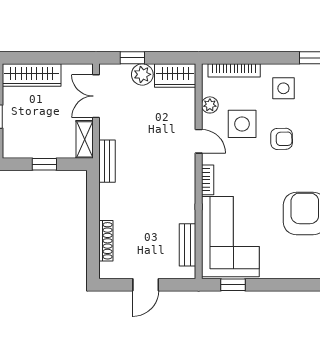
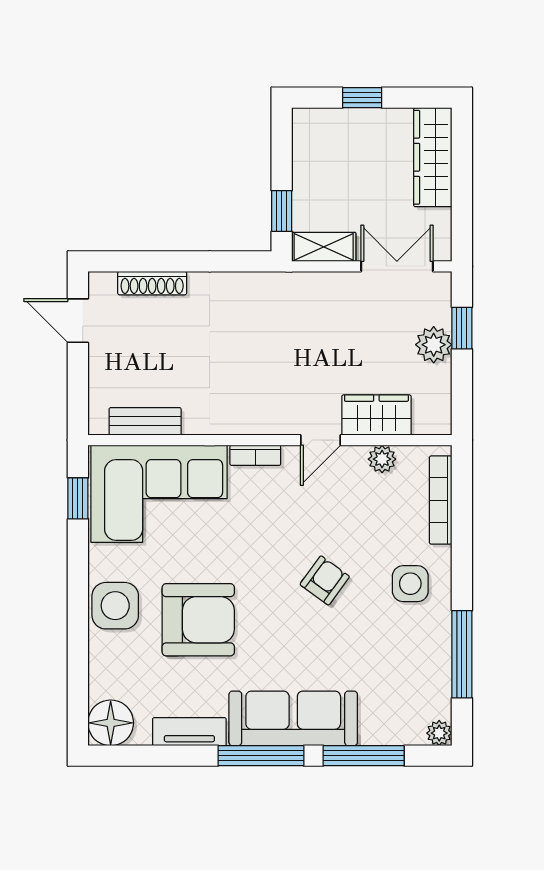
wardrobe: (175, 76) -> (376, 415), moved, turned 90
side table: (242, 124) -> (115, 606), moved
armchair: (282, 139) -> (325, 580), turned -143
bench: (107, 161) -> (287, 285), removed
window: (44, 164) -> (282, 211), moved
door: (146, 285) -> (78, 321), moved

